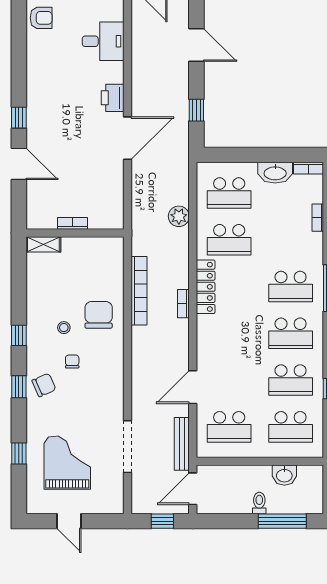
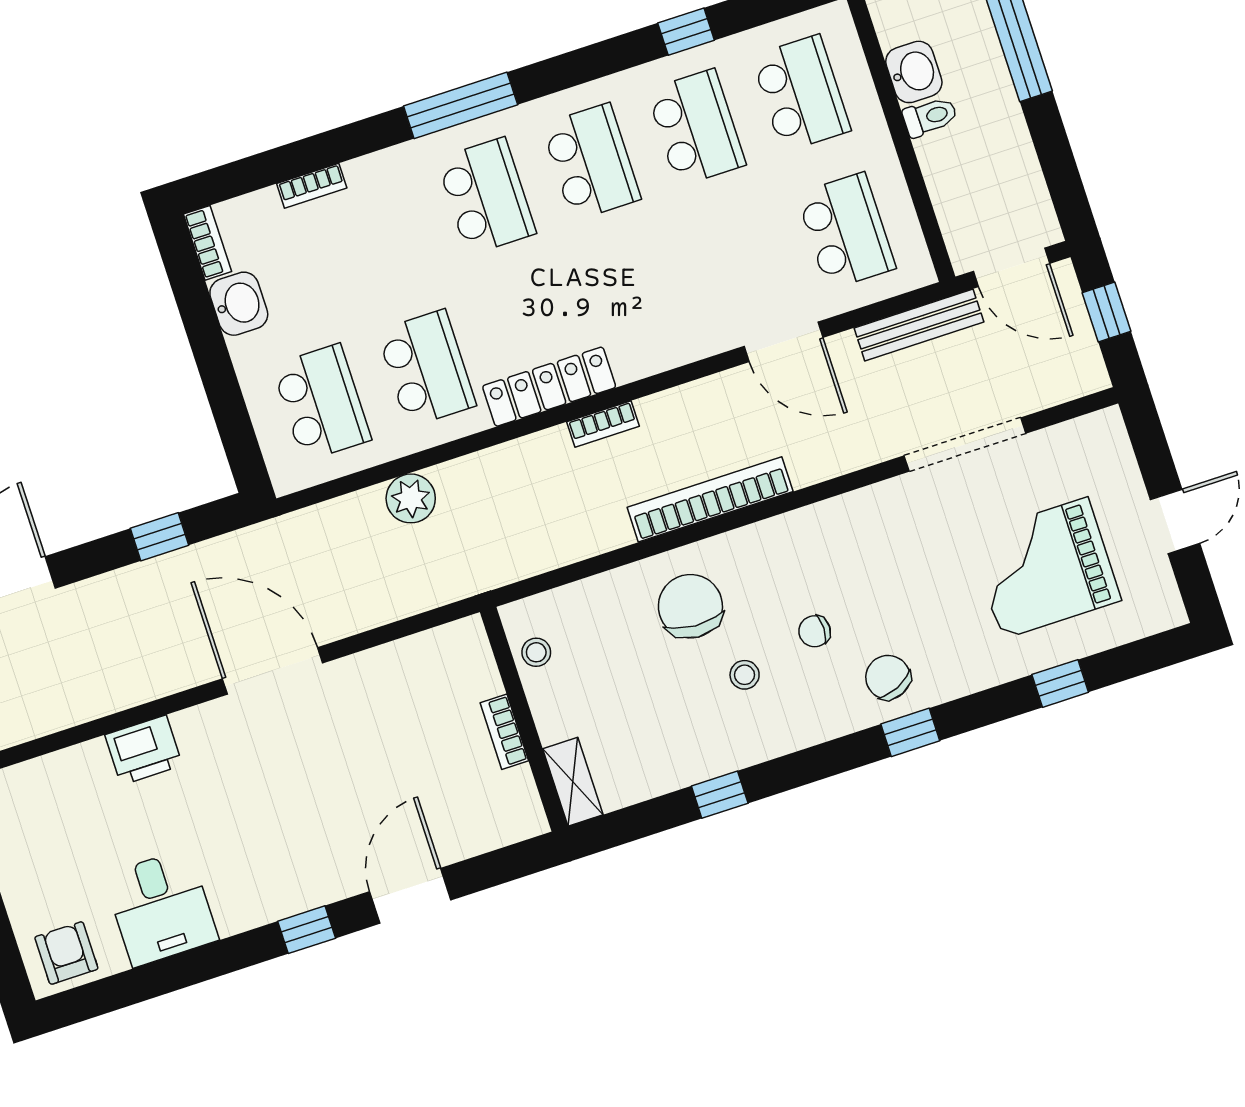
desk: (103, 41) -> (161, 908), moved, turned 180
printer: (113, 98) -> (144, 750), moved
washbasin: (275, 173) -> (239, 304), width x0.72
stool: (100, 247) -> (536, 652), added
bookcase: (139, 291) -> (710, 499), moved
chair: (99, 315) -> (690, 606), turned 93
window: (19, 335) -> (720, 795), moved
toilet: (259, 503) -> (930, 117), moved, turned 180

